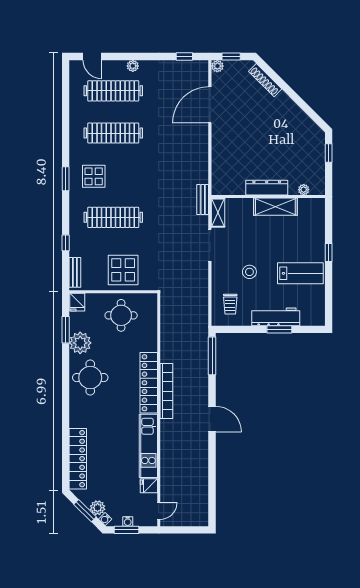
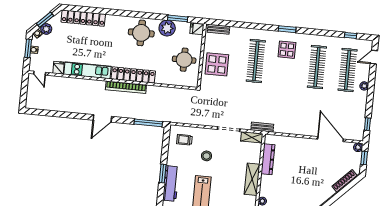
dresser: (267, 188) -> (268, 159), moved
window: (66, 243) -> (351, 35), moved
workbench: (276, 317) -> (171, 183), moved

